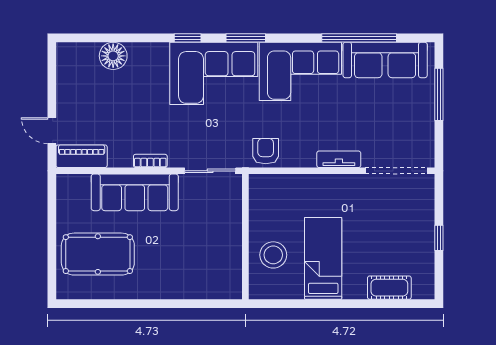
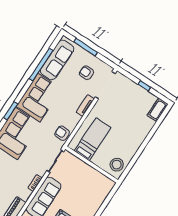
armchair: (396, 125) -> (87, 73), added
stool: (273, 255) -> (117, 165), moved
bed: (323, 258) -> (93, 139), moved, turned 90
cot: (389, 288) -> (158, 110), moved

